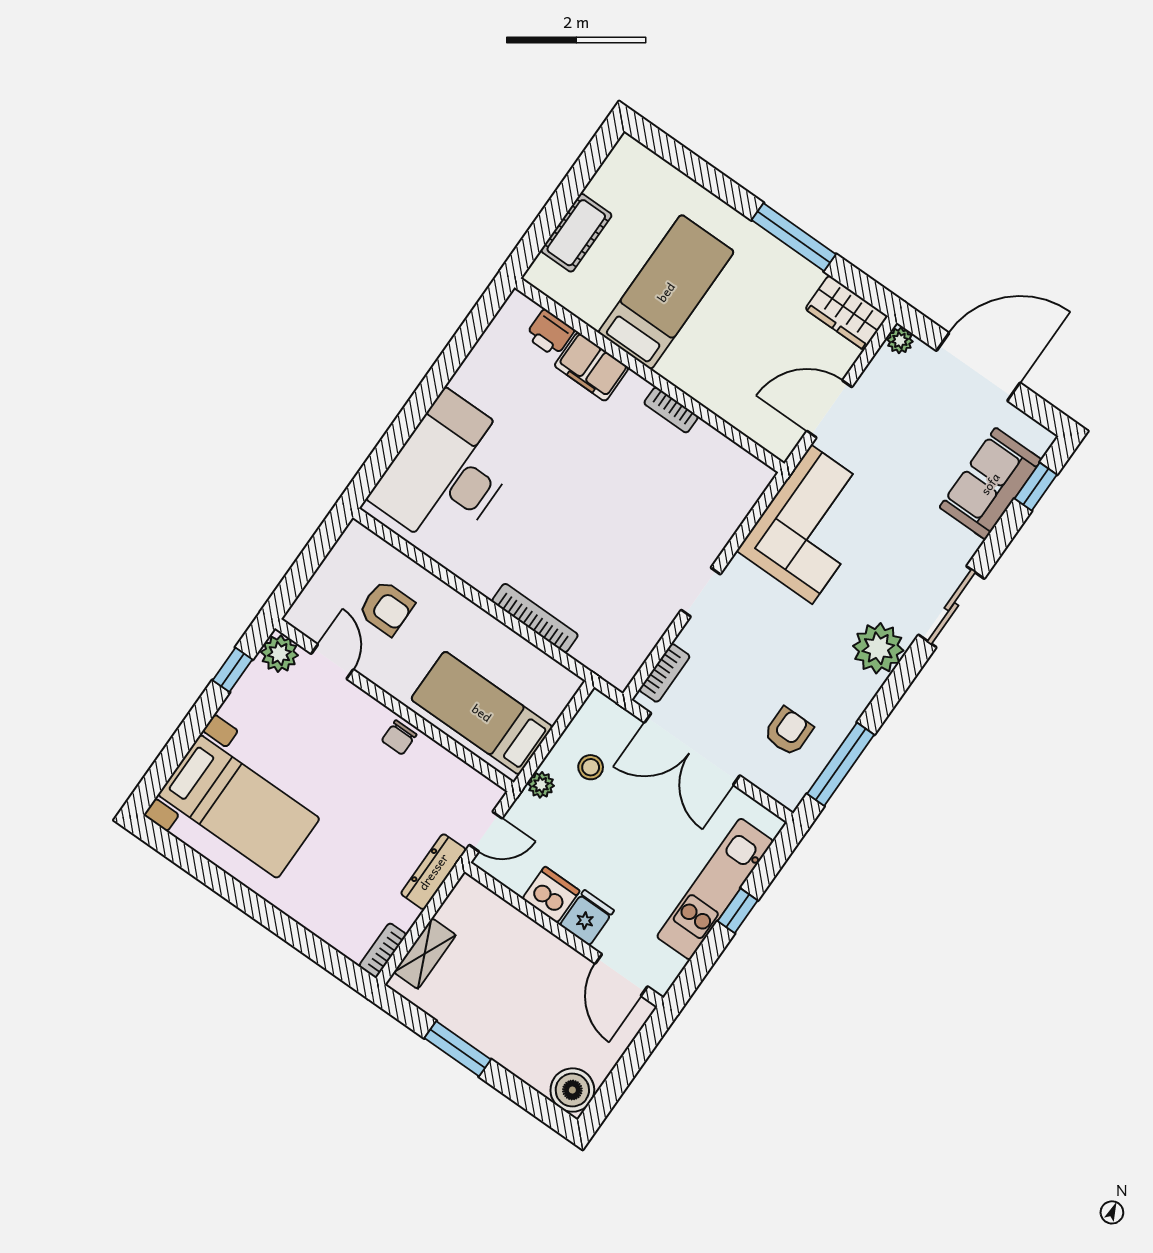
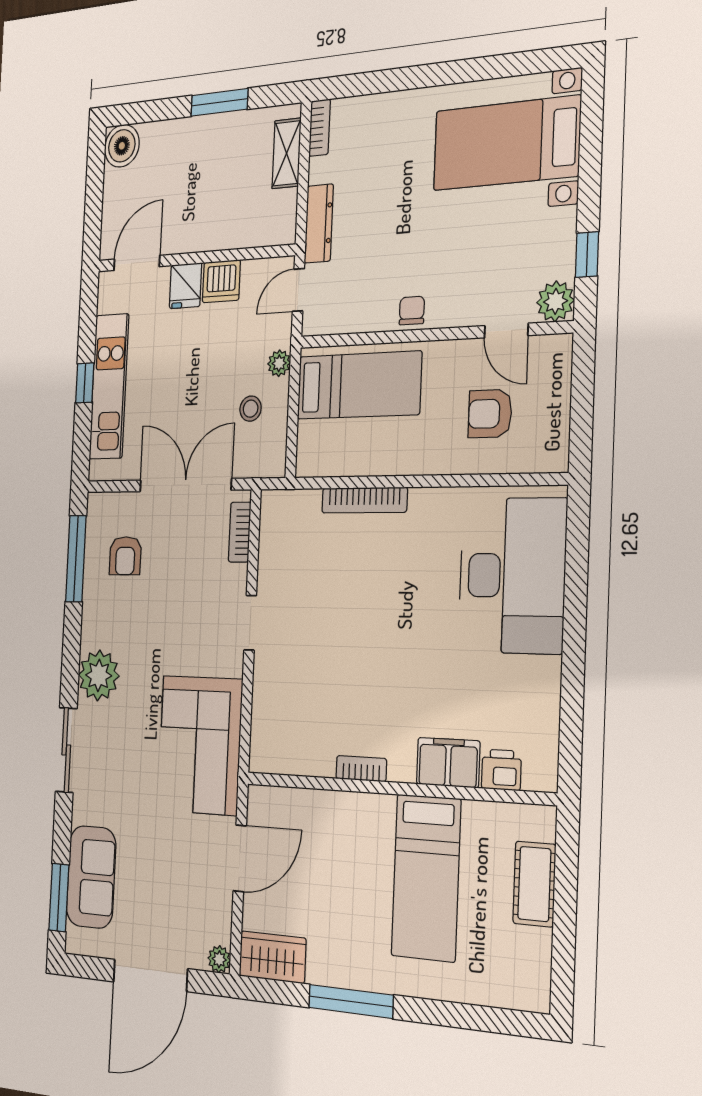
window: (1036, 487) -> (59, 897), width x1.50
door: (621, 975) -> (137, 263), hinge flipped

